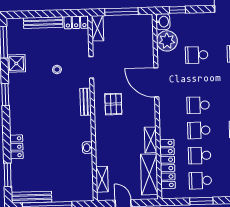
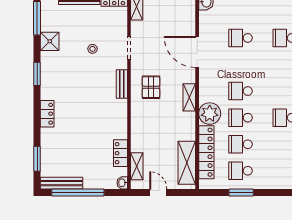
plant: (167, 41) -> (210, 114), moved
door: (156, 82) -> (197, 52), moved
shelving: (151, 140) -> (189, 97), moved
locker: (16, 147) -> (47, 114), moved
washbasin: (87, 148) -> (122, 183), moved
locker: (86, 167) -> (120, 153), added

